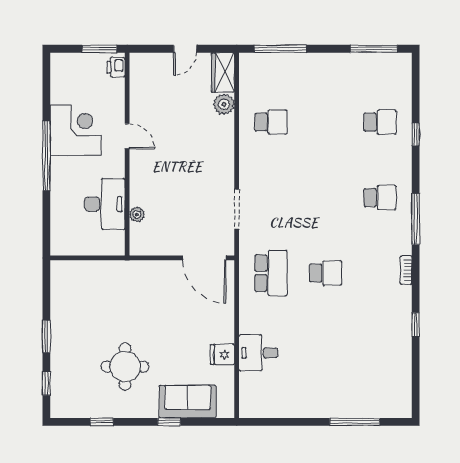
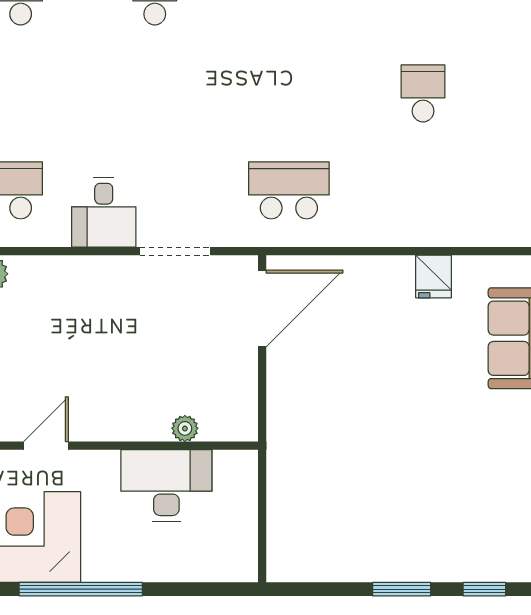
school desk: (325, 273) -> (423, 93), moved
desk: (258, 353) -> (104, 212), moved
round table: (125, 367) -> (455, 450), removed

